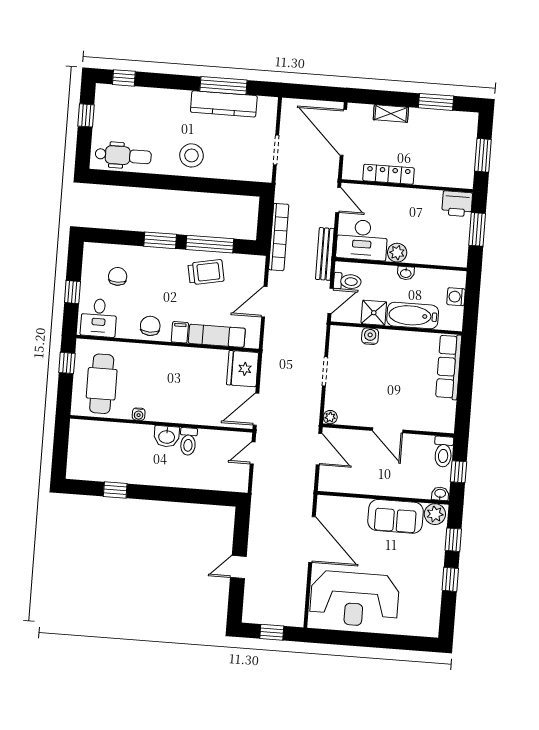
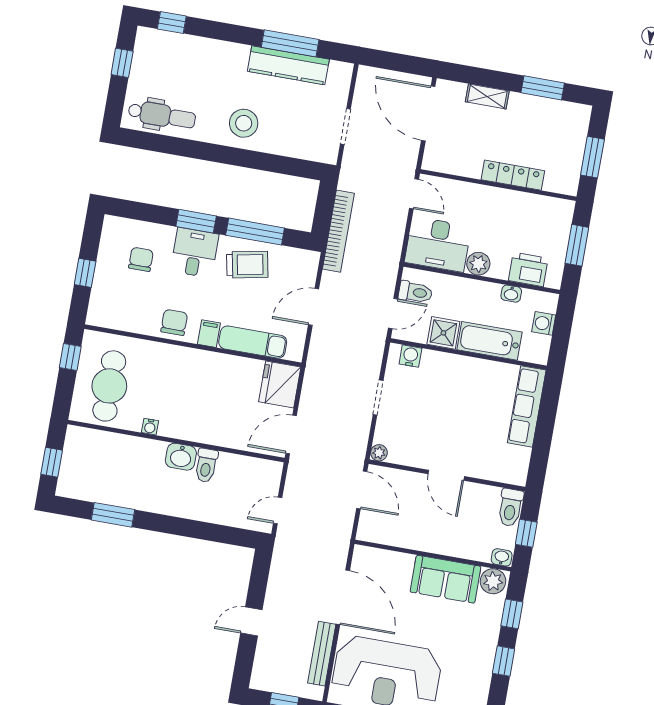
locker: (389, 174) -> (513, 175), moved
printer: (457, 204) -> (528, 269), moved, turned 180
bench: (325, 254) -> (322, 654), moved
washbasin: (406, 273) -> (511, 294), moved
desk: (99, 318) -> (195, 253), moved, turned 180
water cooler: (370, 336) -> (410, 356), moved
window: (60, 452) -> (52, 462), added
door: (253, 453) -> (278, 511), moved
window: (115, 490) -> (113, 515), width x1.50

